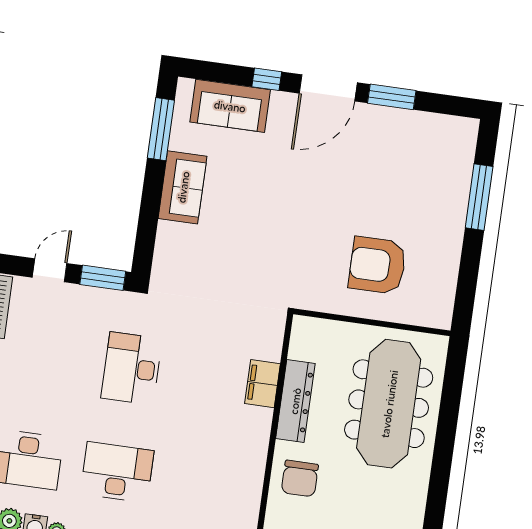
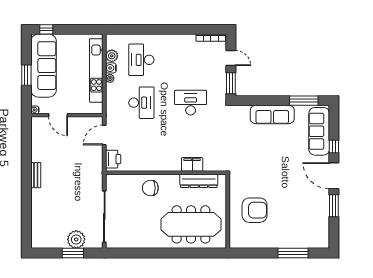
sofa: (230, 106) -> (319, 131), width x1.36
sofa: (183, 187) -> (272, 114), width x1.36
armchair: (377, 265) -> (255, 210), turned 90
dresser: (295, 401) -> (199, 181), moved

